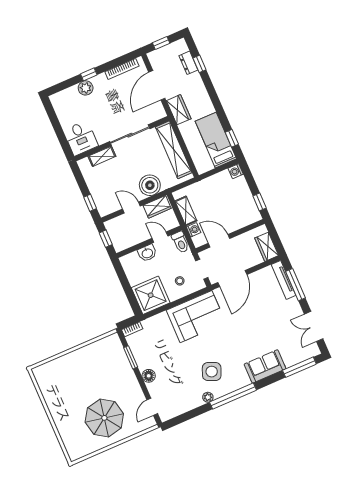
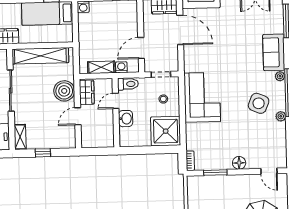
shelving: (102, 156) -> (20, 137), moved
window: (90, 203) -> (43, 153), moved
window: (106, 239) -> (97, 151), removed
door: (232, 279) -> (180, 30), moved
plant: (245, 381) -> (280, 76), added

